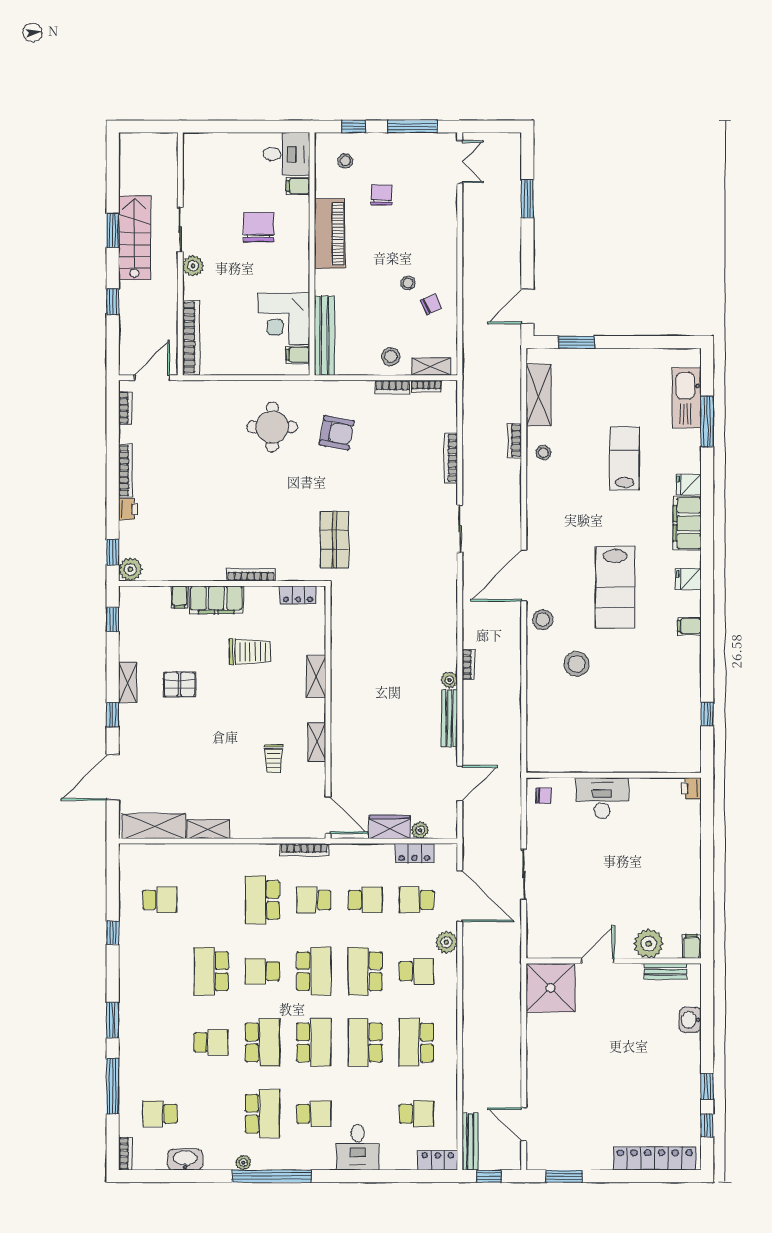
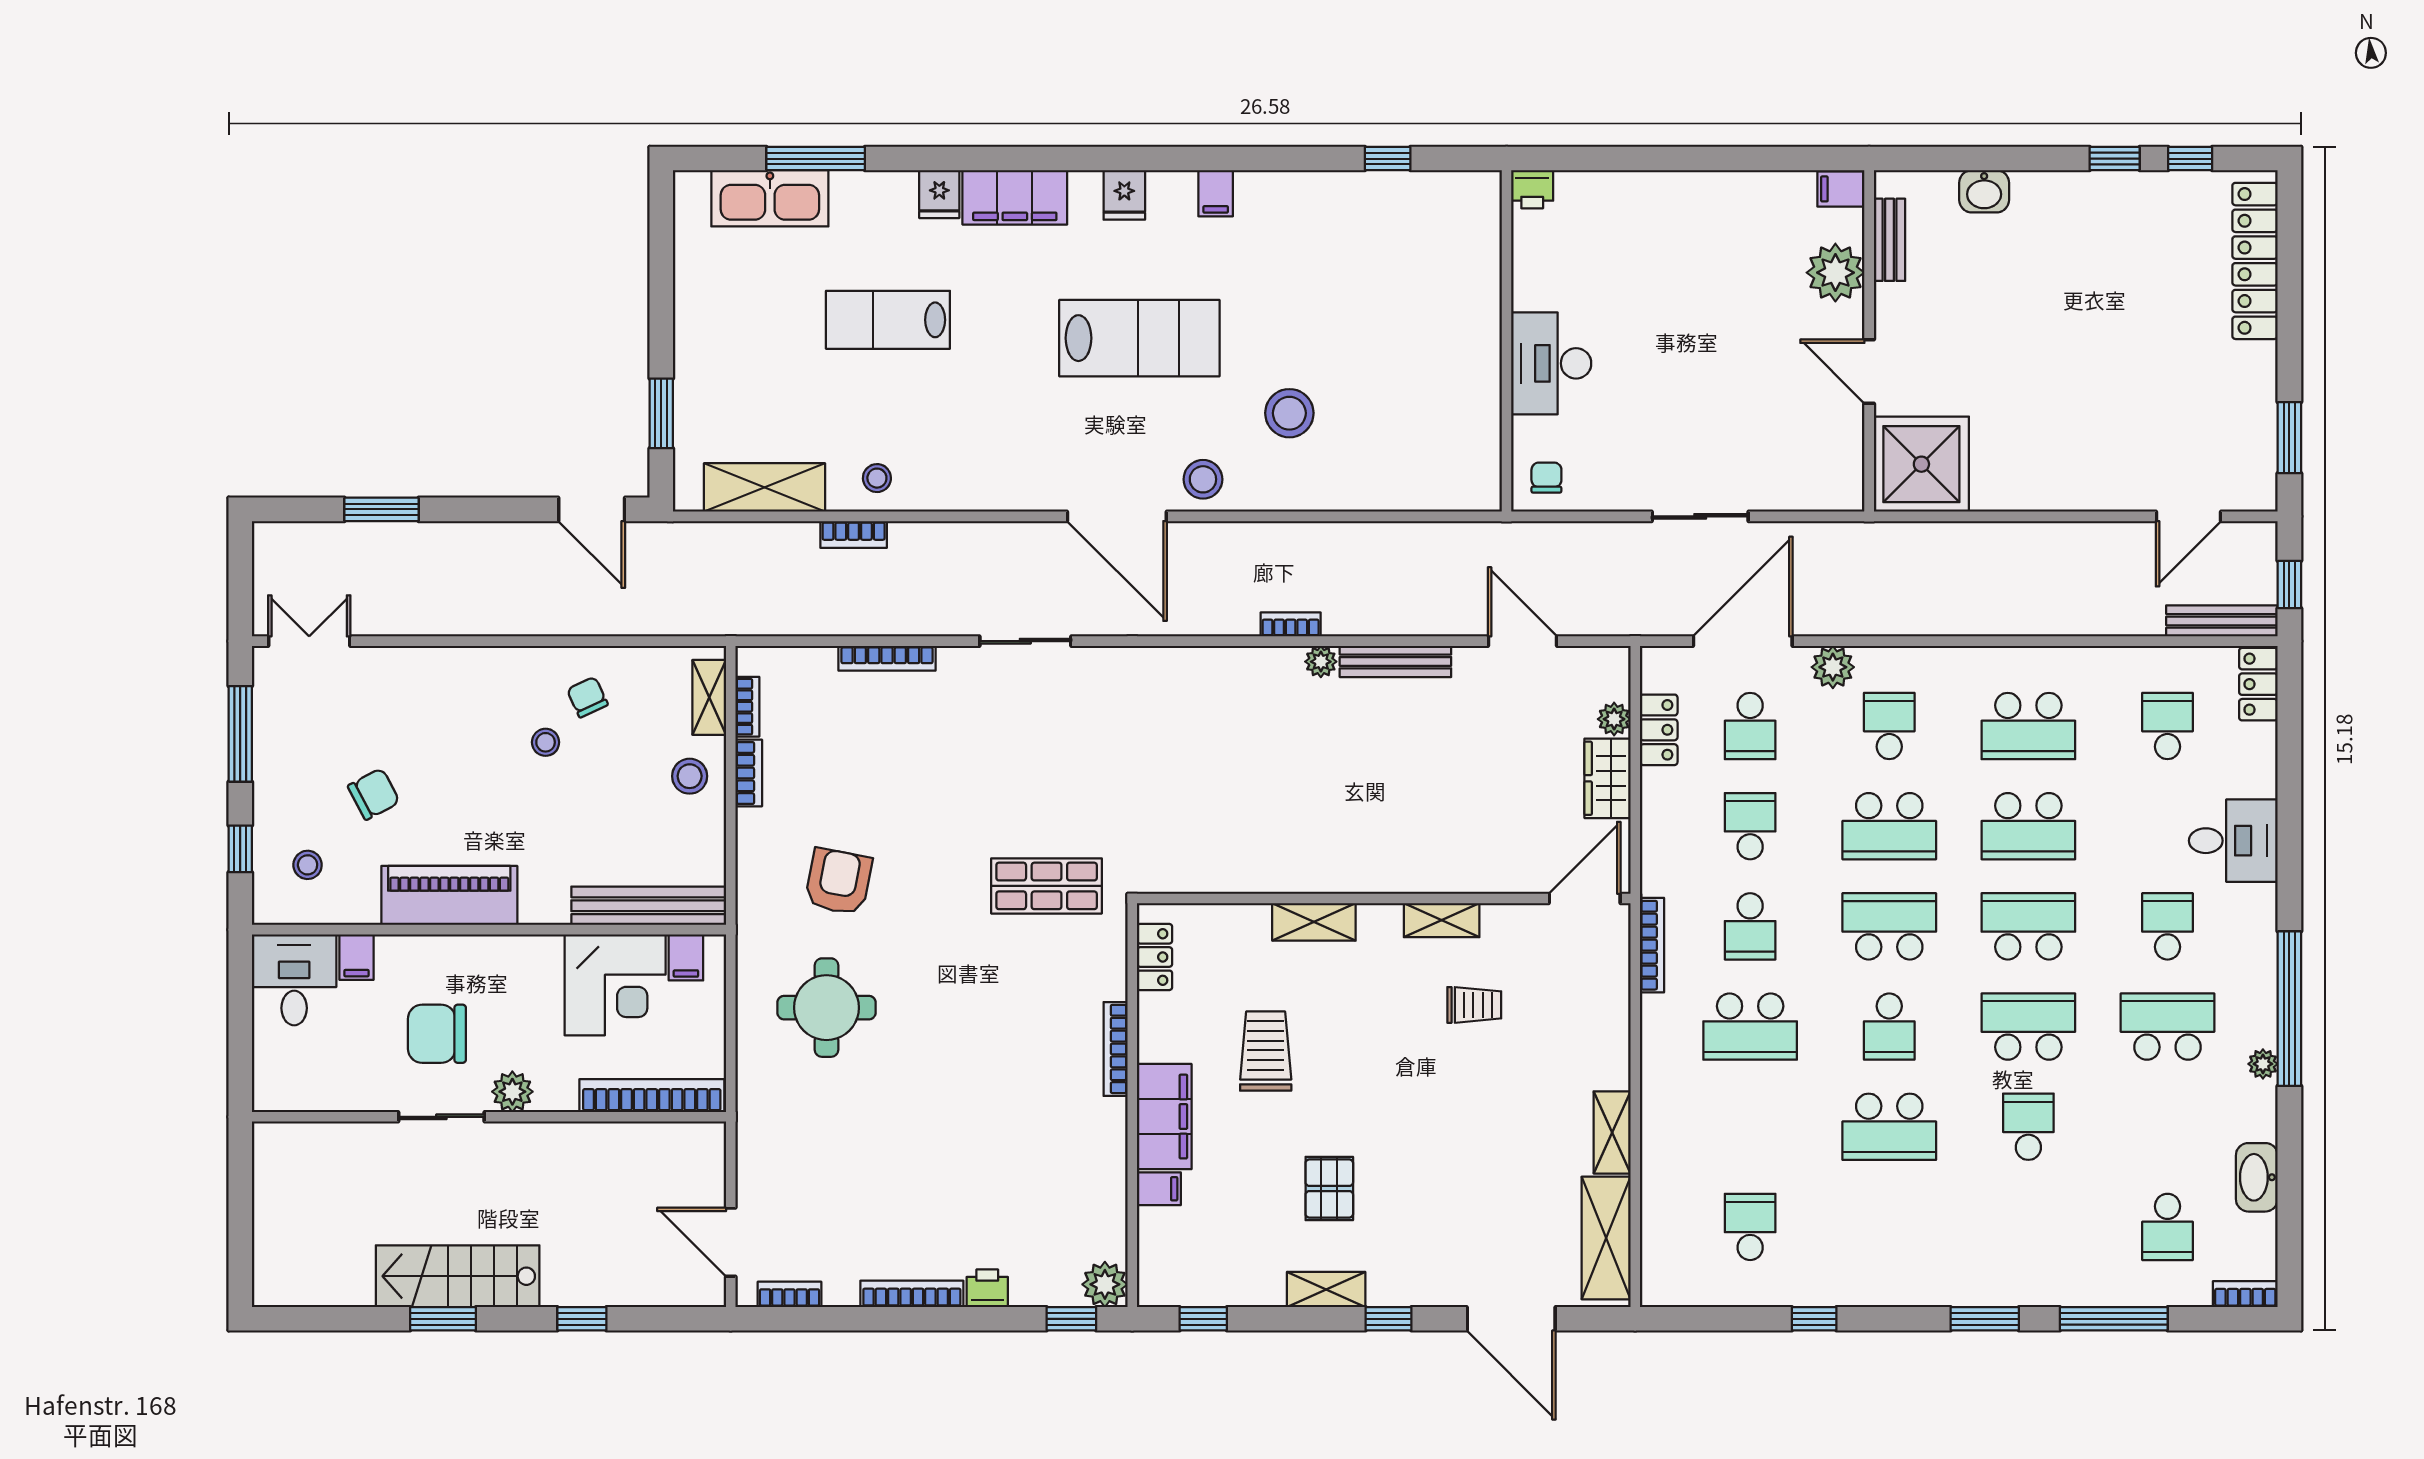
chair: (382, 195) -> (374, 794), turned 152
sliding door: (180, 230) -> (441, 1117), moved
wall: (180, 254) -> (489, 1117), moved
plant: (193, 266) -> (512, 1092), moved
bookcase: (191, 337) -> (652, 1096), moved

